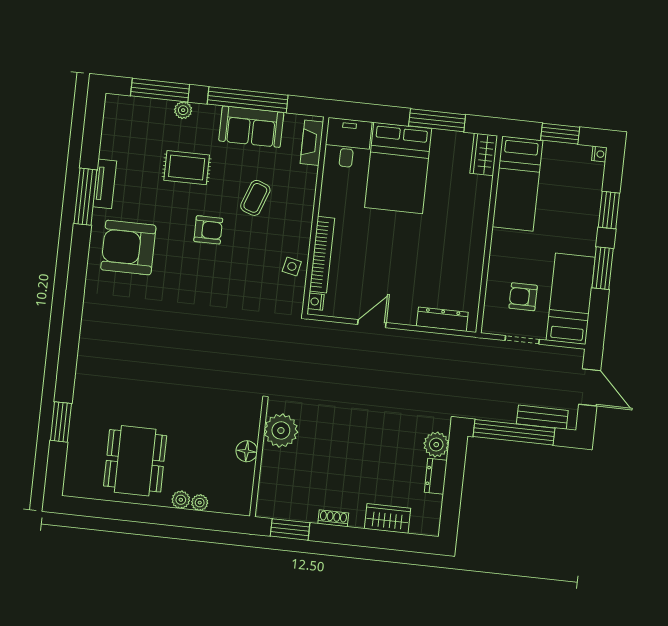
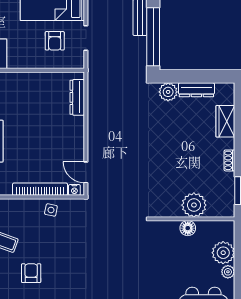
door: (372, 324) -> (86, 172), moved
plant: (281, 430) -> (194, 205), moved
dresser: (436, 476) -> (196, 90), width x1.44
plant: (200, 503) -> (223, 253), width x1.87, depth x1.87

